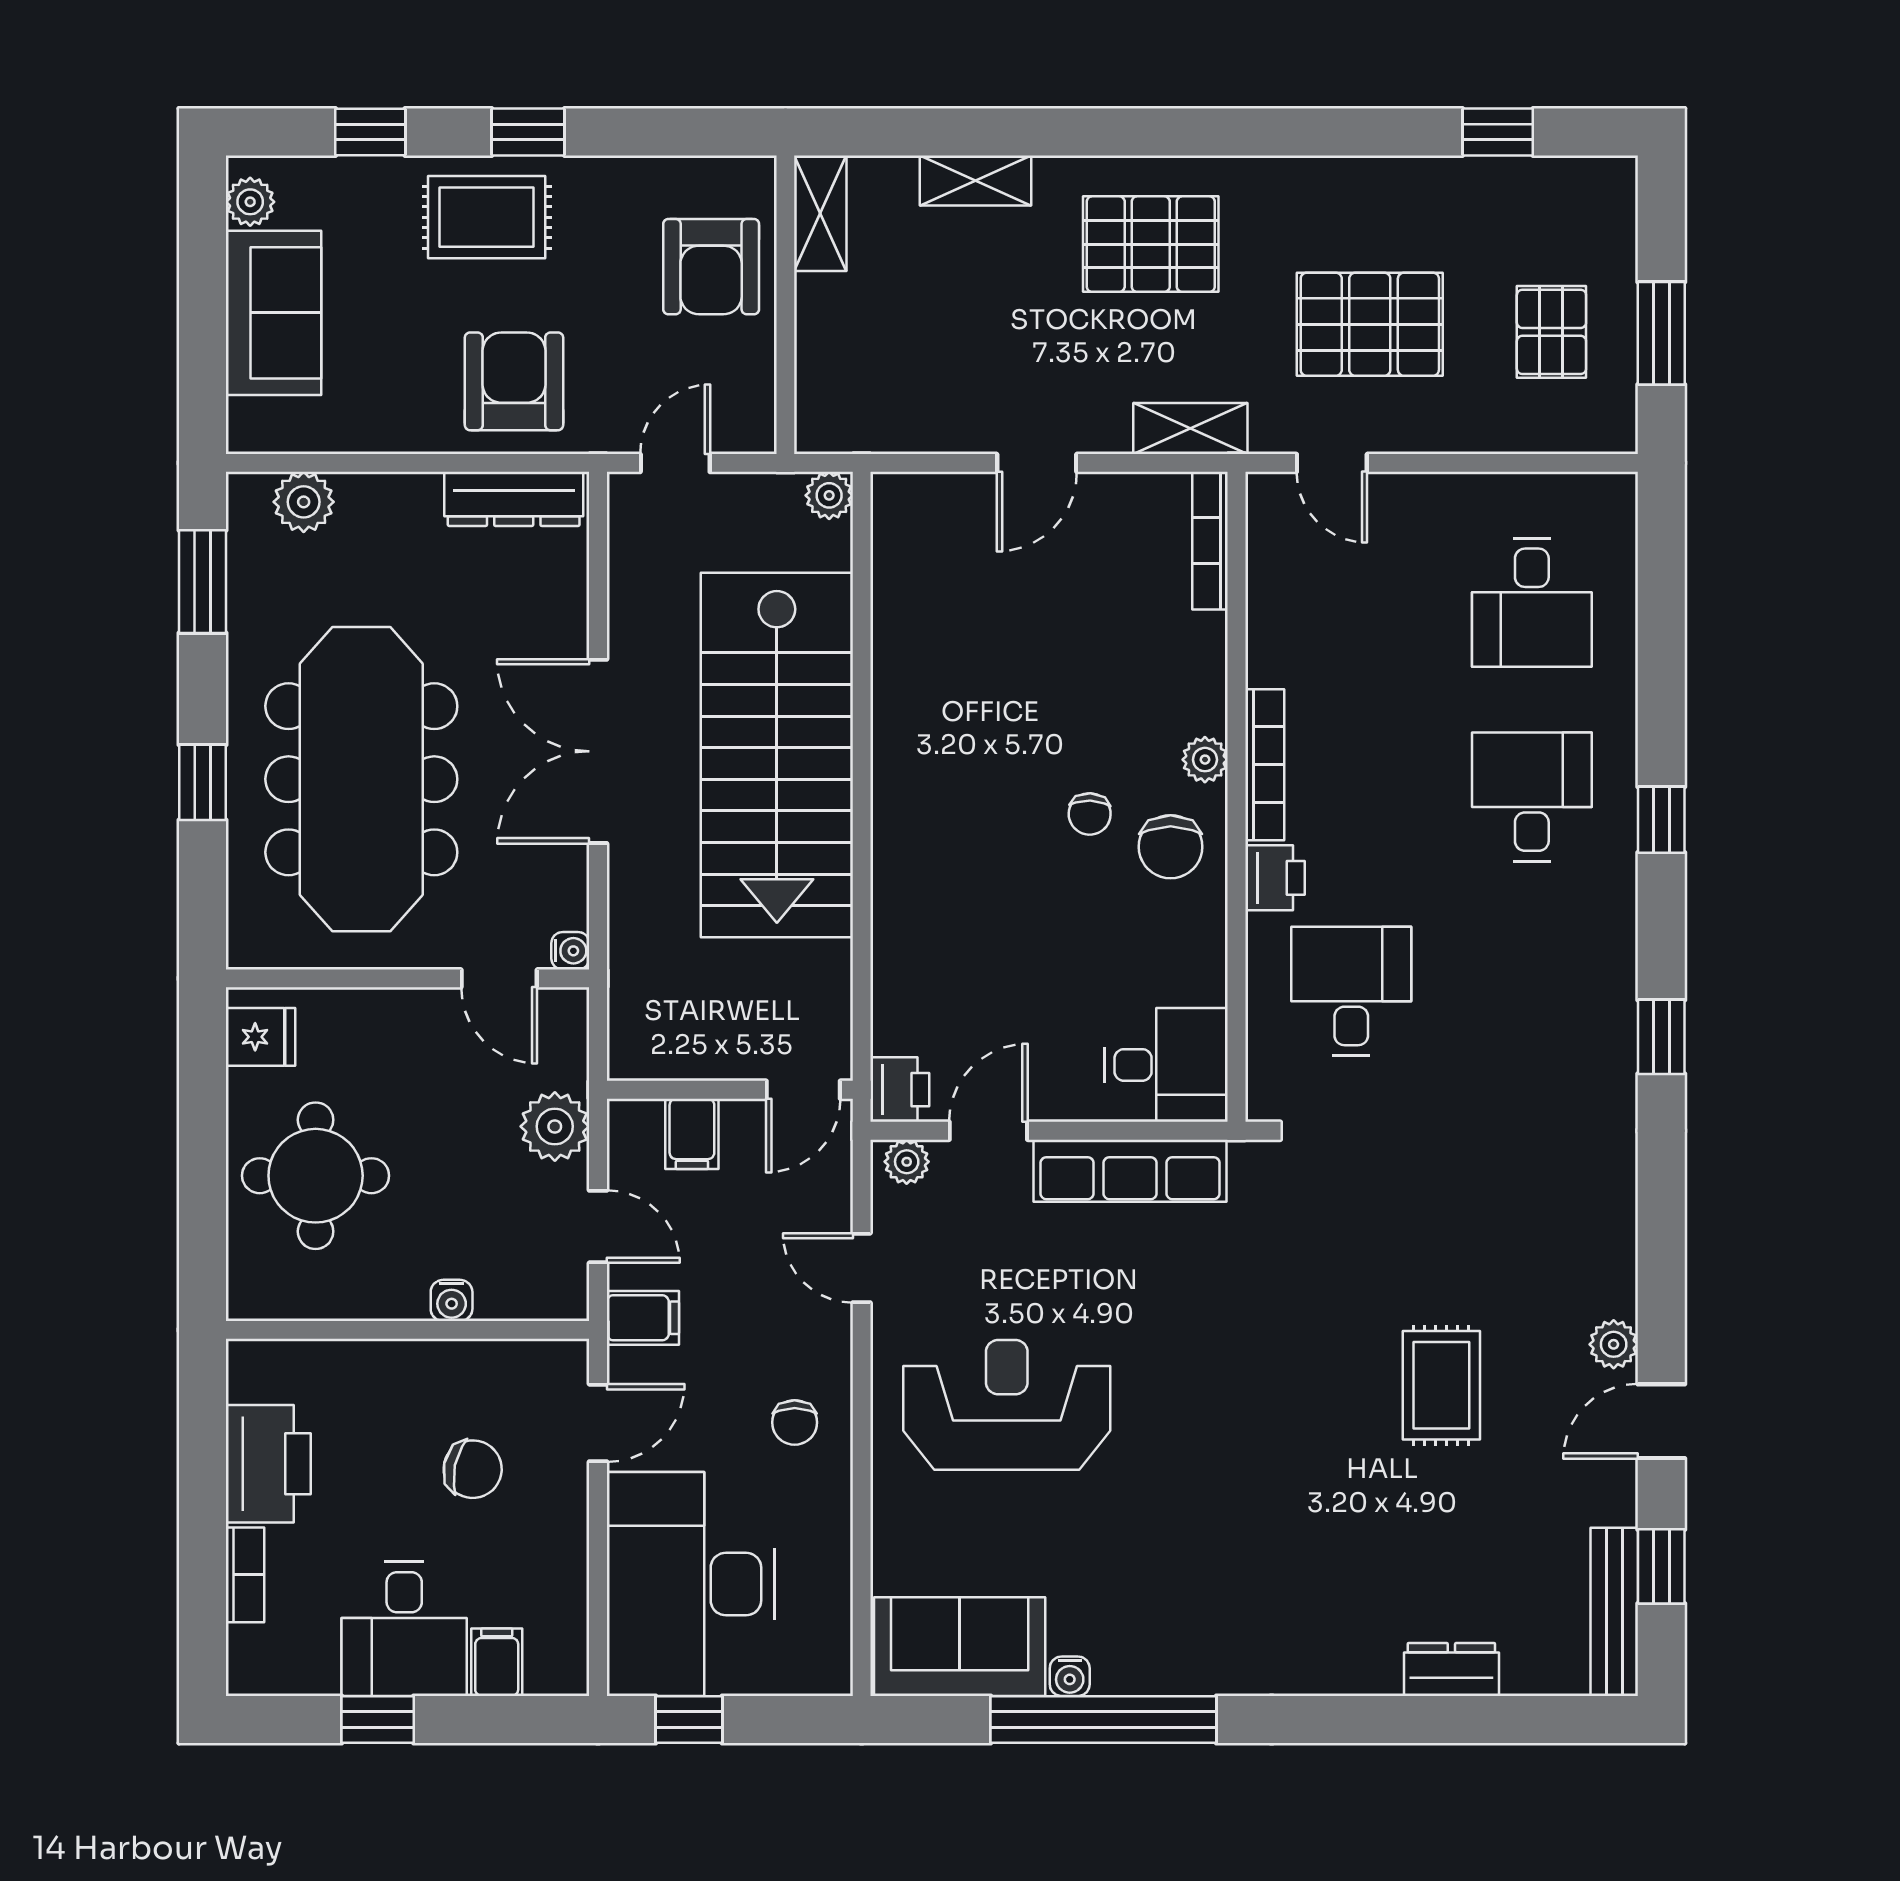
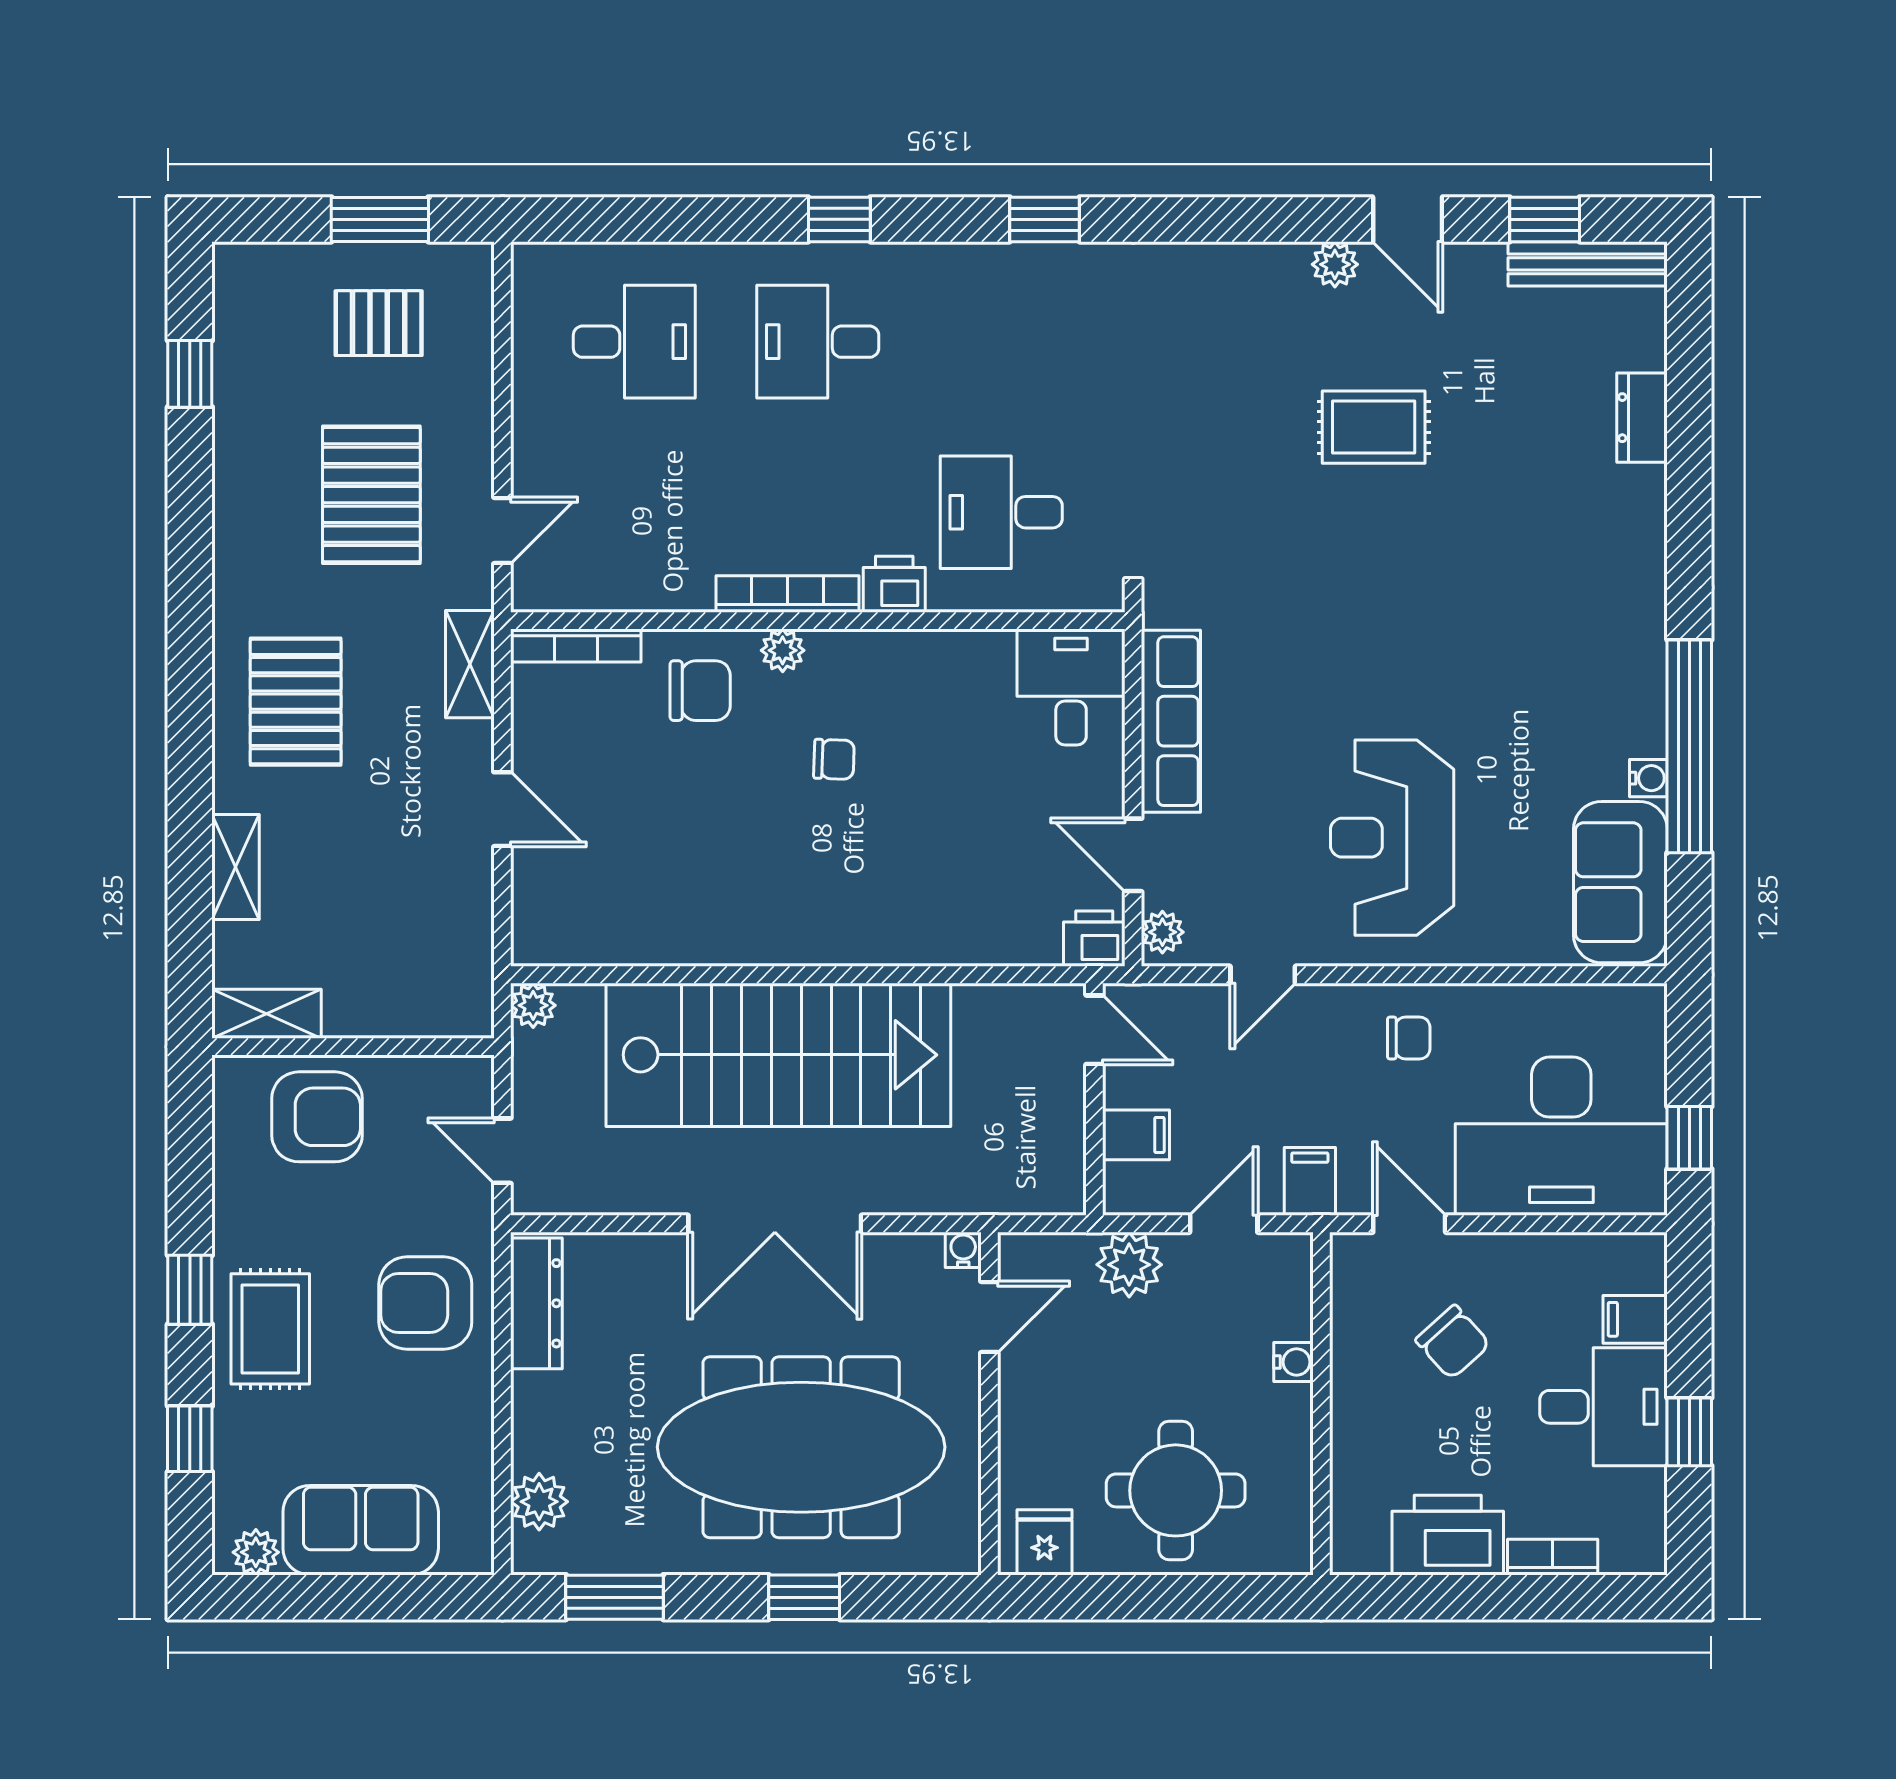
chair: (1171, 847) -> (700, 691), moved
chair: (473, 1469) -> (1453, 1342), turned 126

